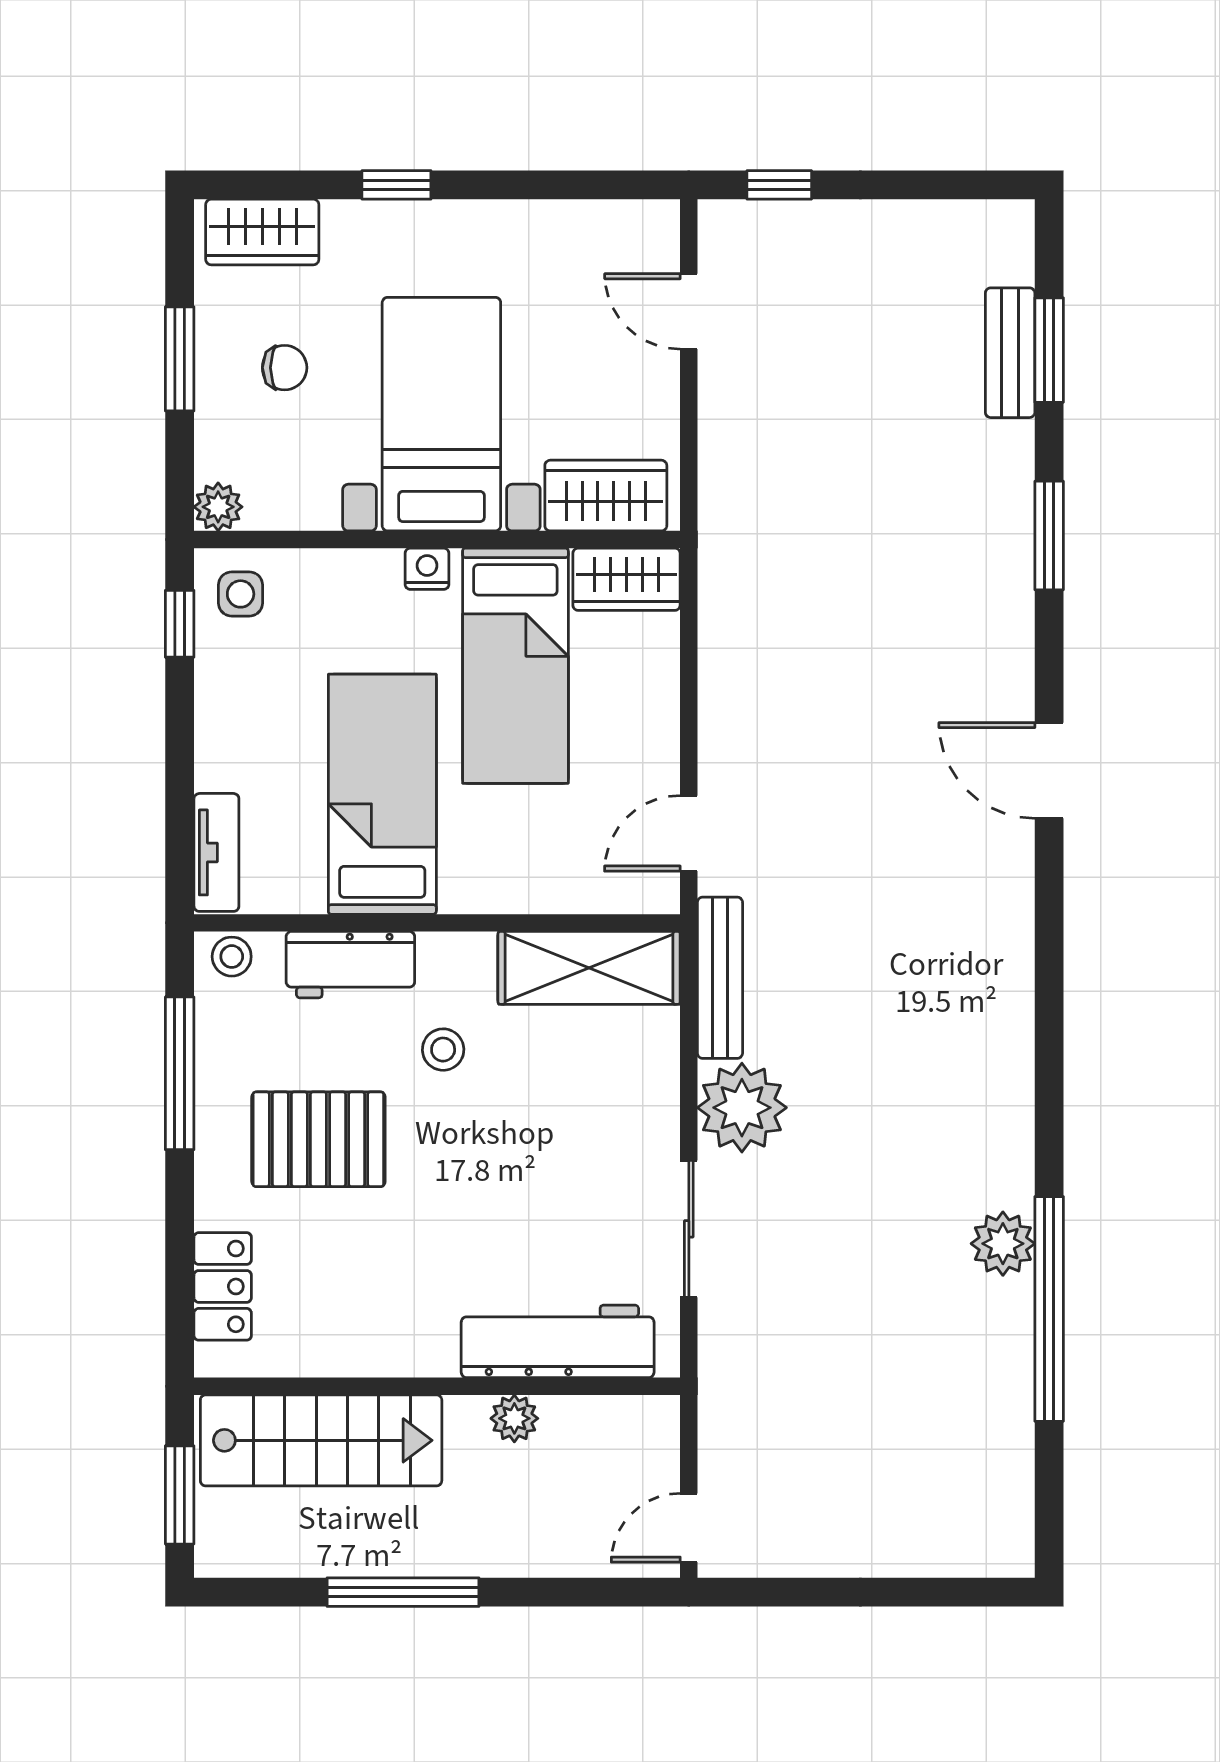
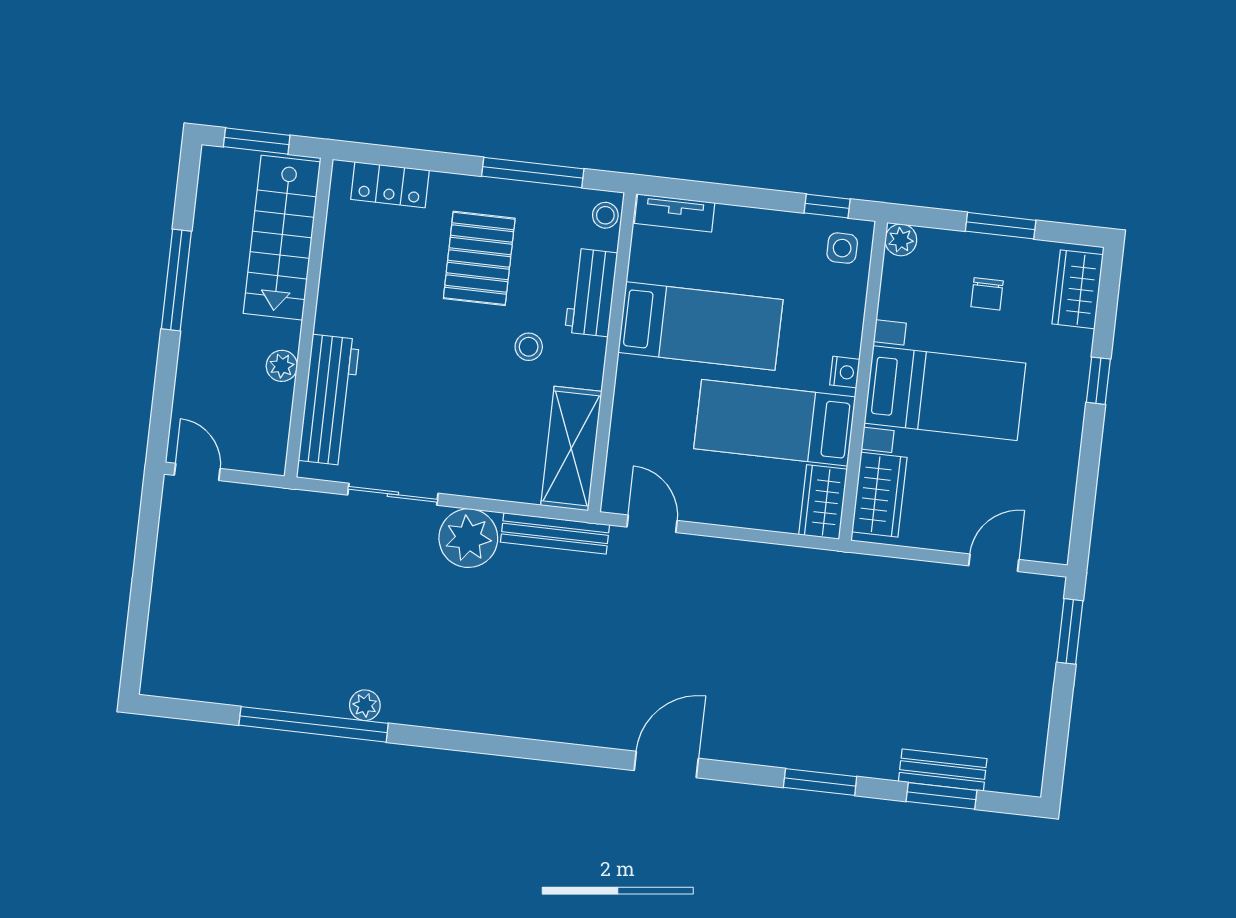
window: (779, 185) -> (1070, 631), width x1.50
plant: (1003, 1244) -> (365, 705), width x0.73, depth x0.73

